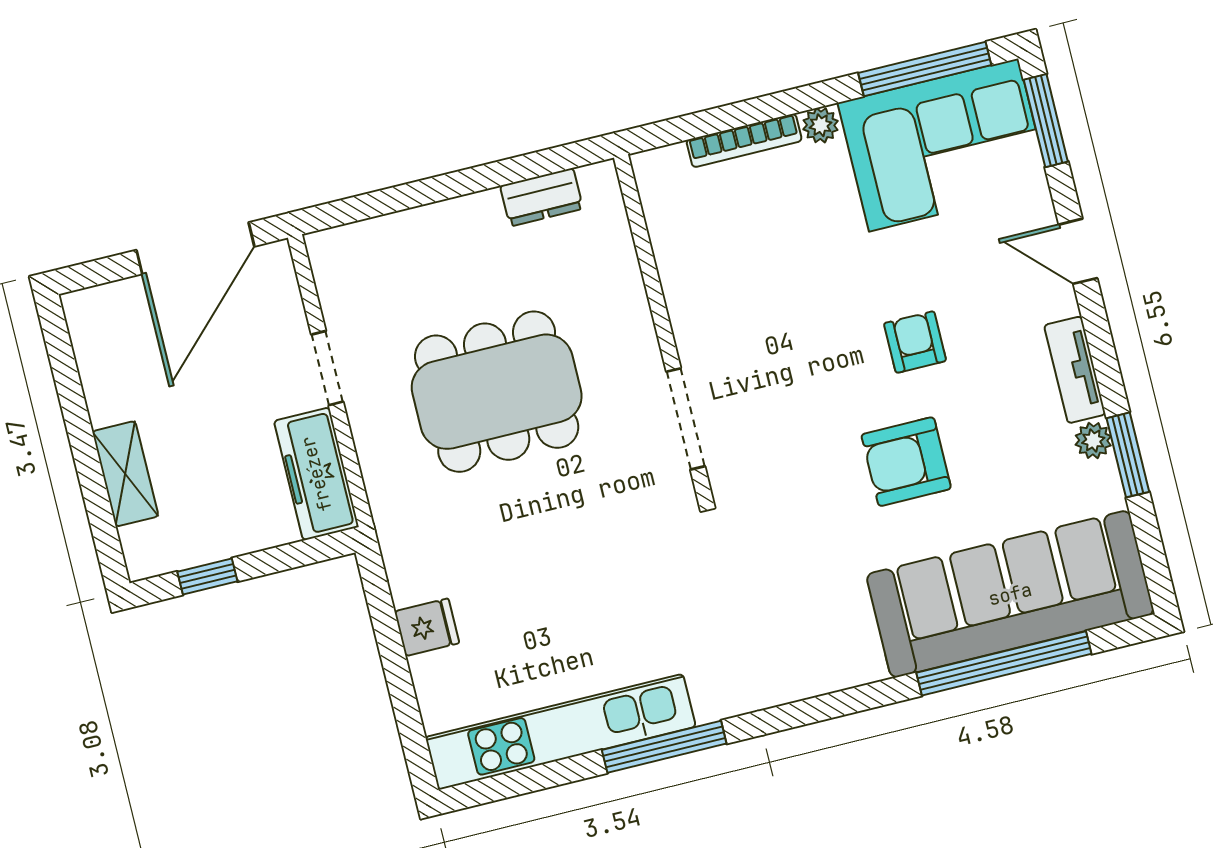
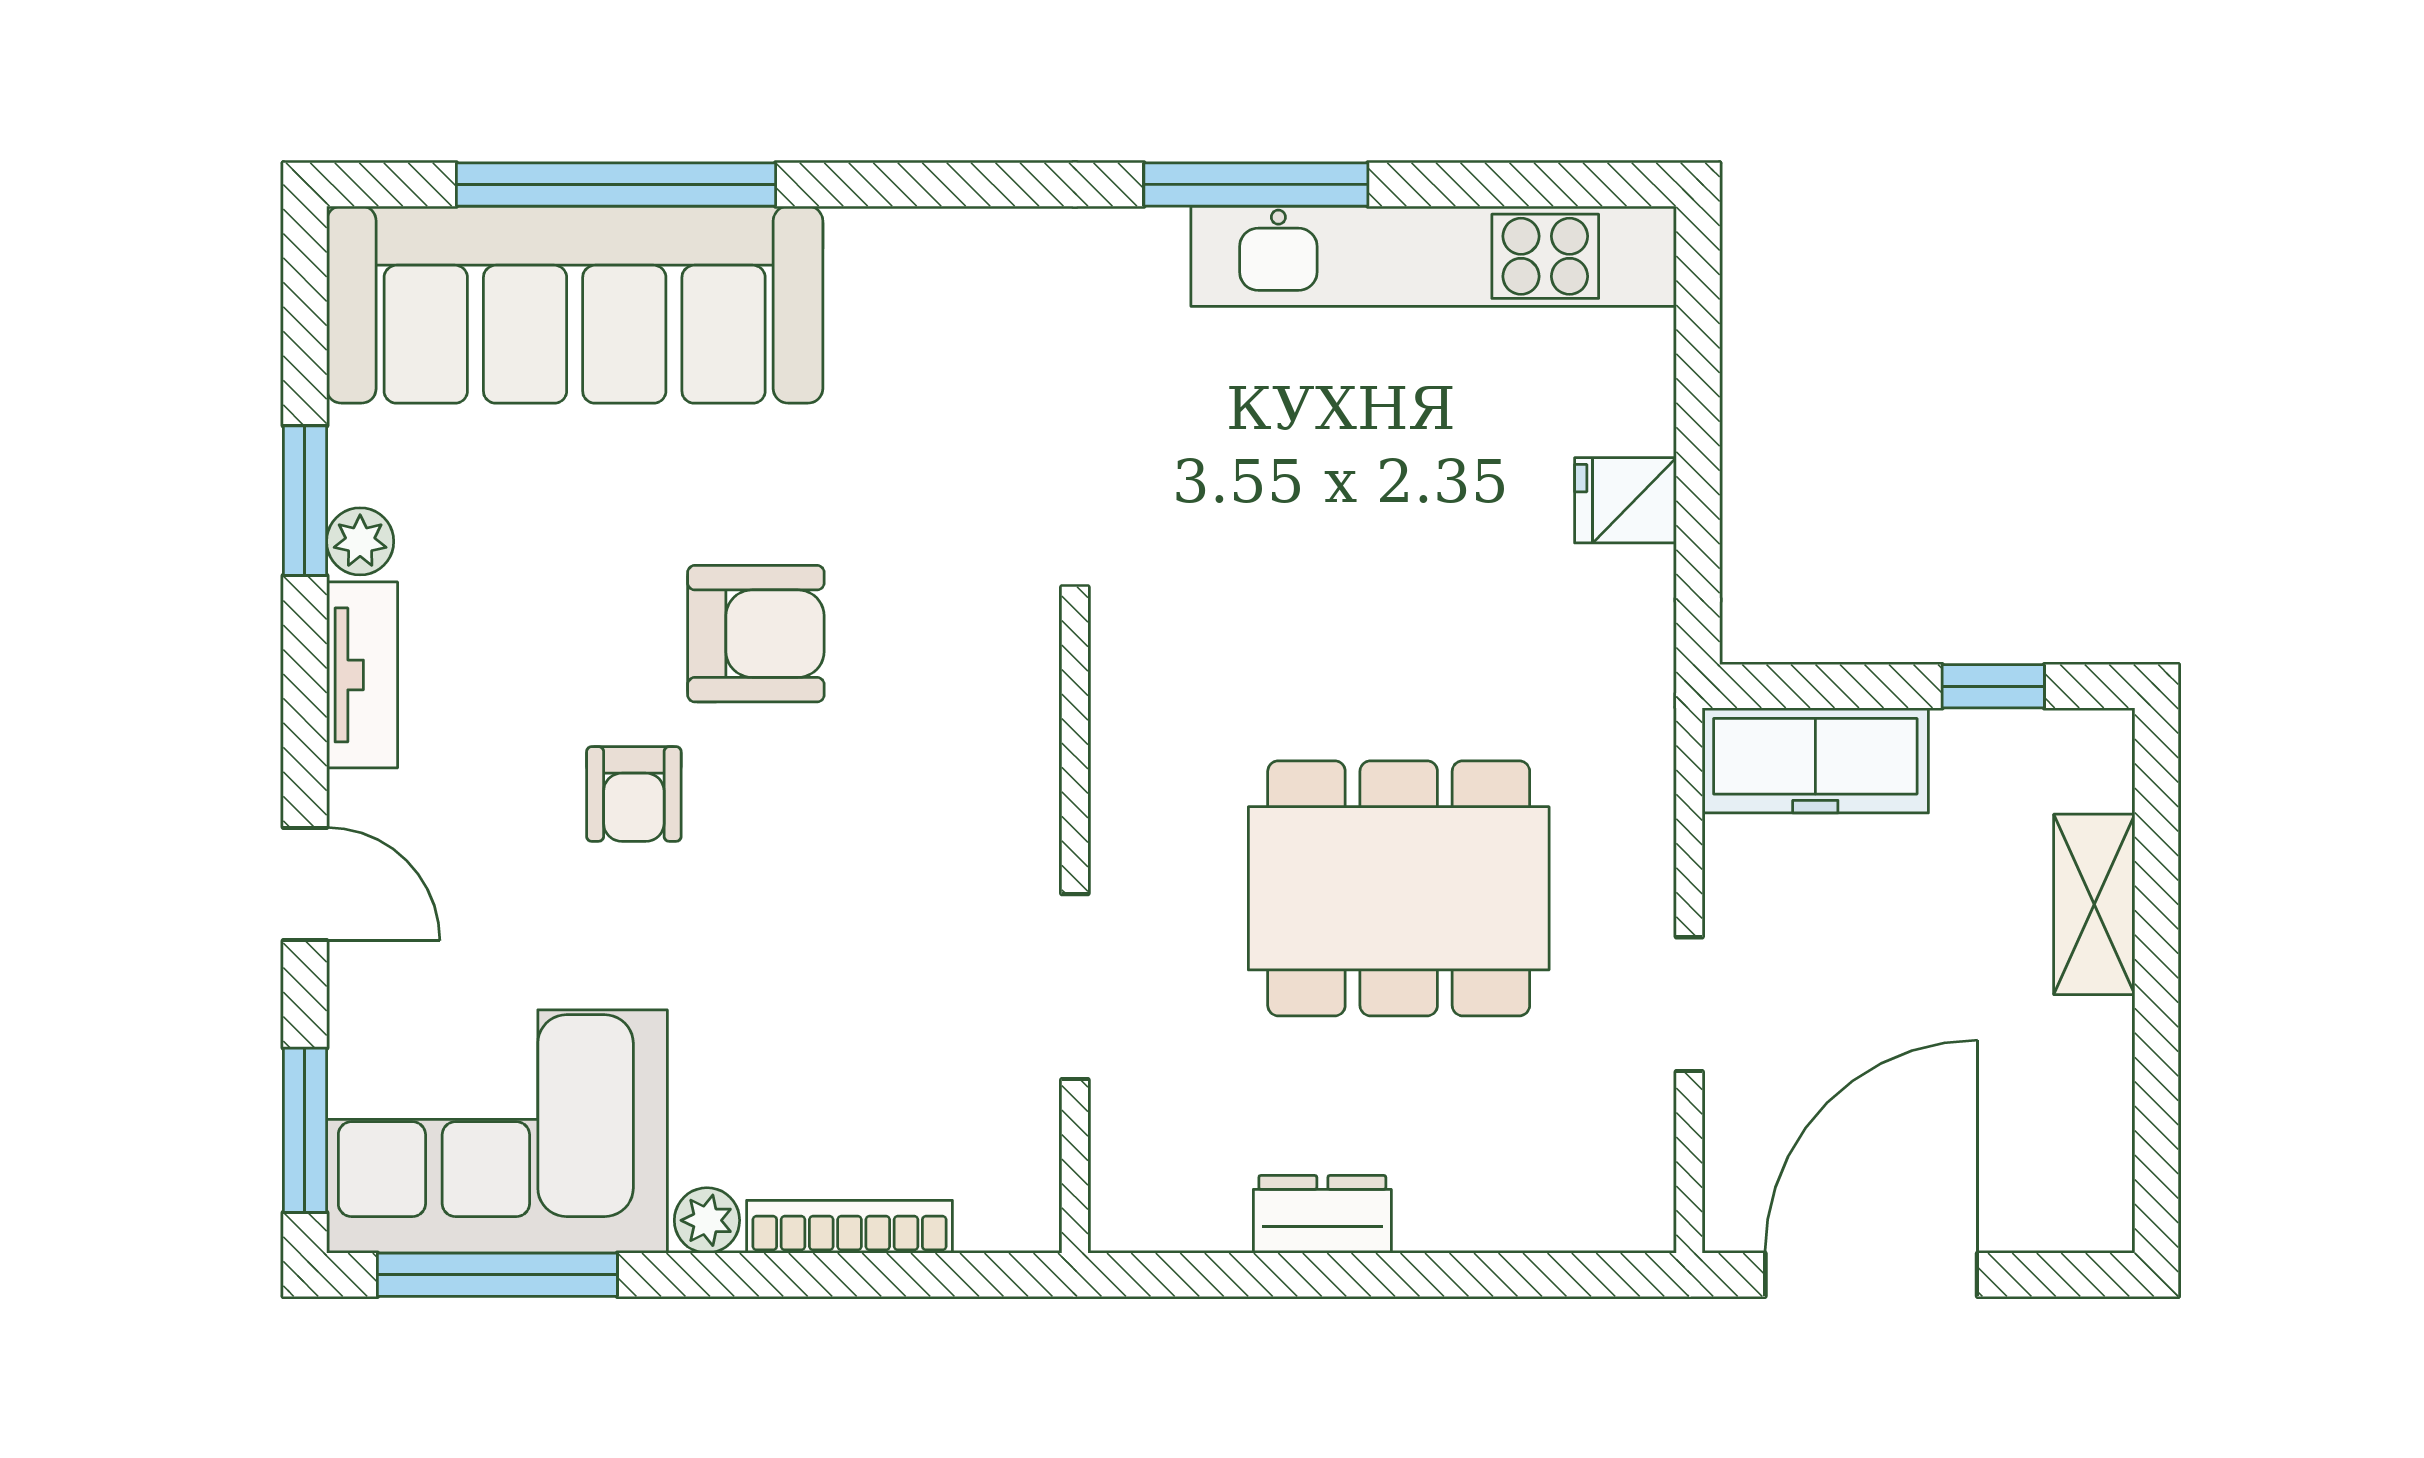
dresser: (542, 197) -> (1322, 1214), moved
doorway: (686, 419) -> (1075, 987), moved
armchair: (906, 462) -> (756, 634), moved
freezer: (316, 474) -> (1815, 760), moved, turned 90

